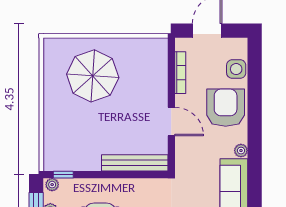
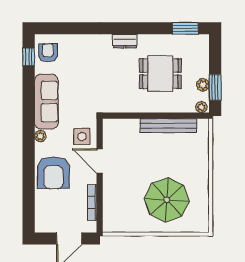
side table: (236, 69) -> (82, 137), moved
bench: (135, 163) -> (168, 126), moved
window: (63, 175) -> (192, 116), removed

